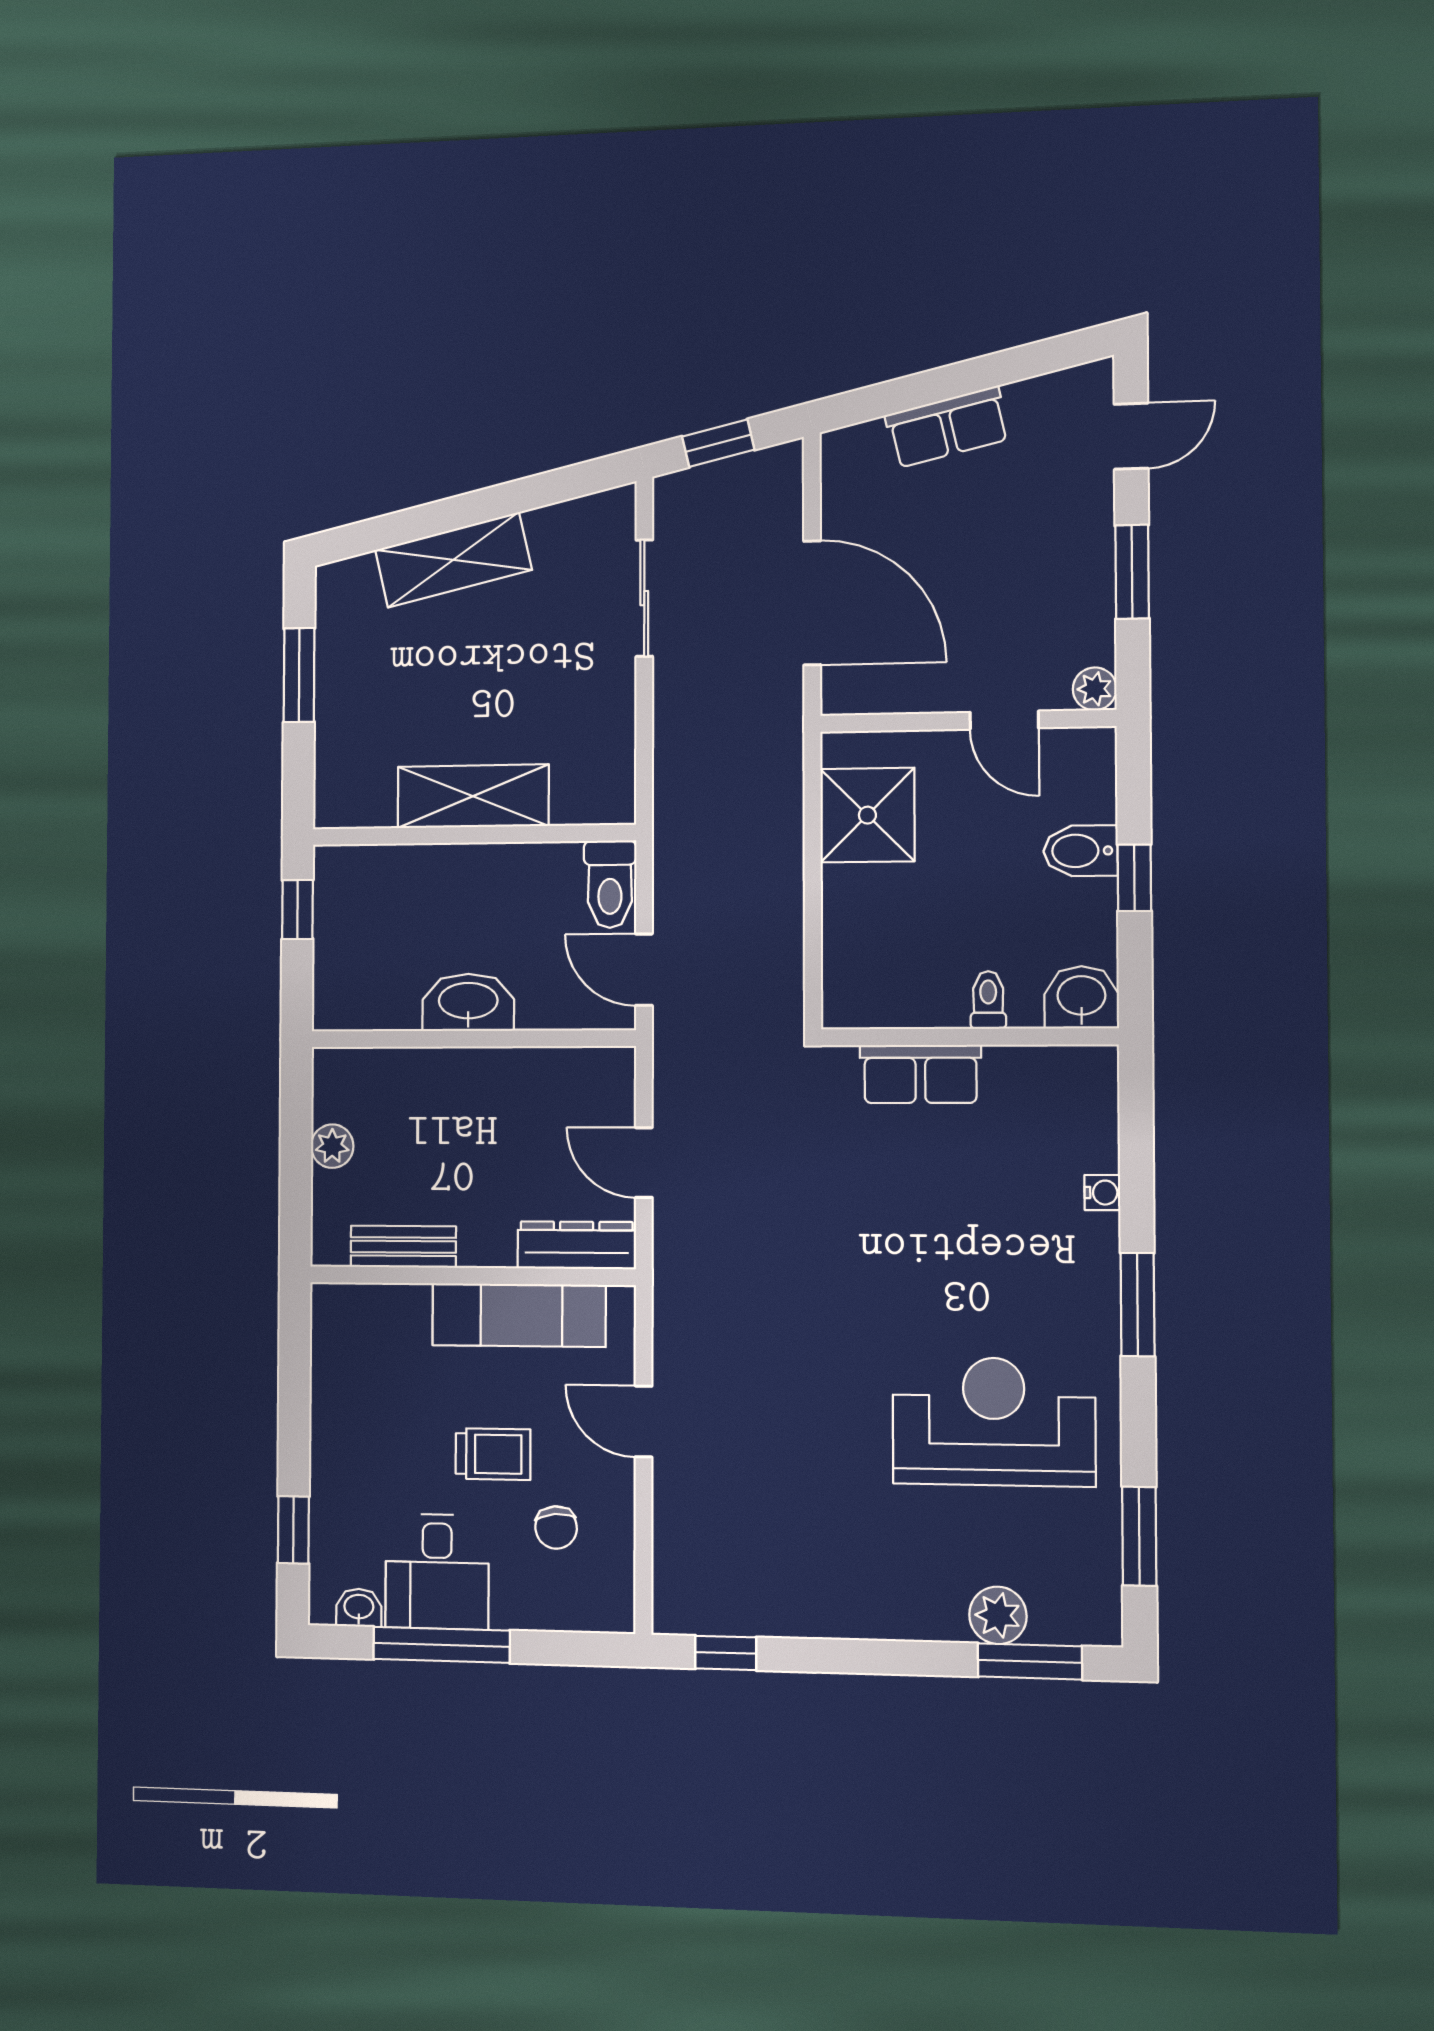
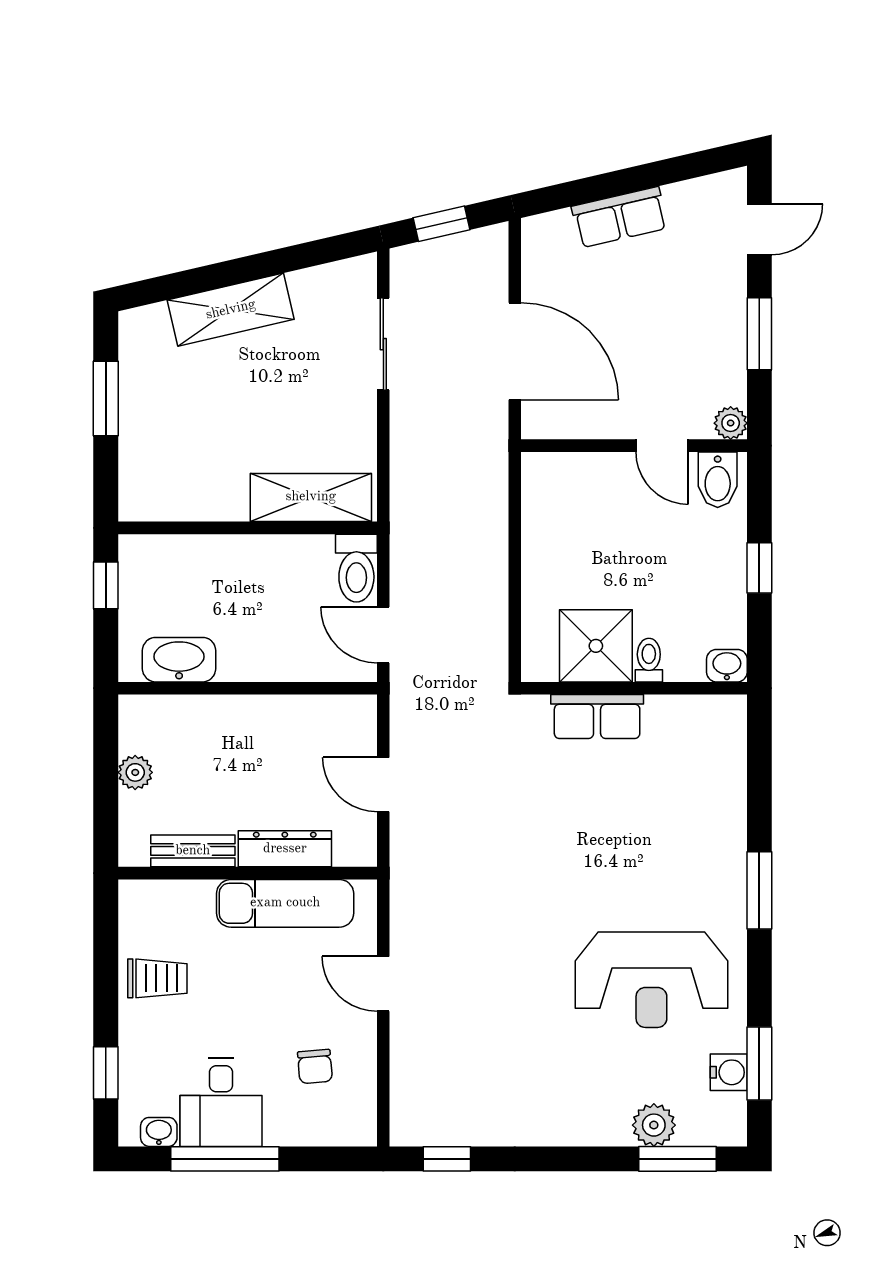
shelving: (473, 796) -> (311, 497), moved
shower: (867, 815) -> (596, 646), moved
bidet: (1081, 851) -> (718, 480), moved, turned -90
washbasin: (1081, 997) -> (727, 666), width x0.72, depth x0.69
washbasin: (468, 1002) -> (179, 660), moved
water cooler: (1102, 1193) -> (729, 1072), moved, width x1.38, depth x1.38
dresser: (577, 1245) -> (285, 849), moved
reception desk: (994, 1422) -> (651, 980), turned 180
trolley: (493, 1454) -> (157, 978), moved

